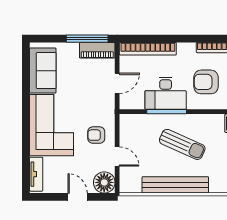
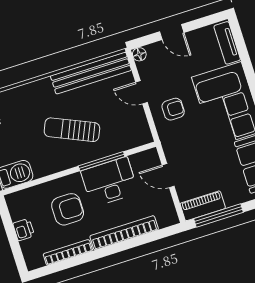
bookcase: (148, 49) -> (124, 233), moved
door: (117, 83) -> (168, 176), hinge flipped
floor lamp: (104, 182) -> (139, 54), width x0.53, depth x0.53
bench: (175, 185) -> (91, 73), moved

